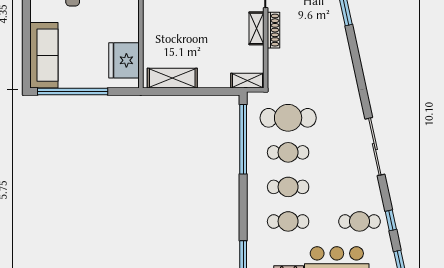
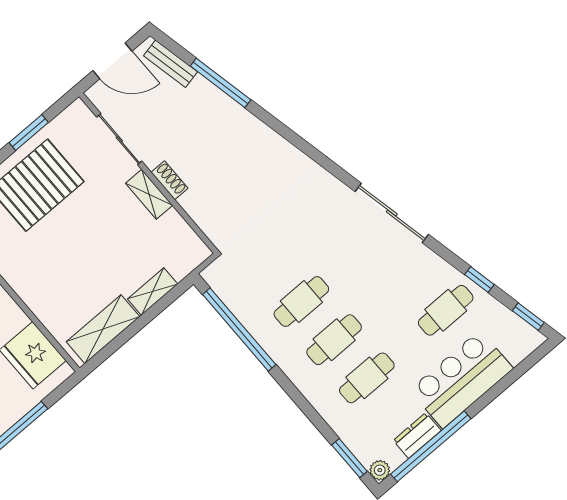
shoe rack: (274, 30) -> (169, 180), width x0.70
shelving: (247, 81) -> (153, 292), moved
cafe table: (288, 118) -> (269, 263), removed

